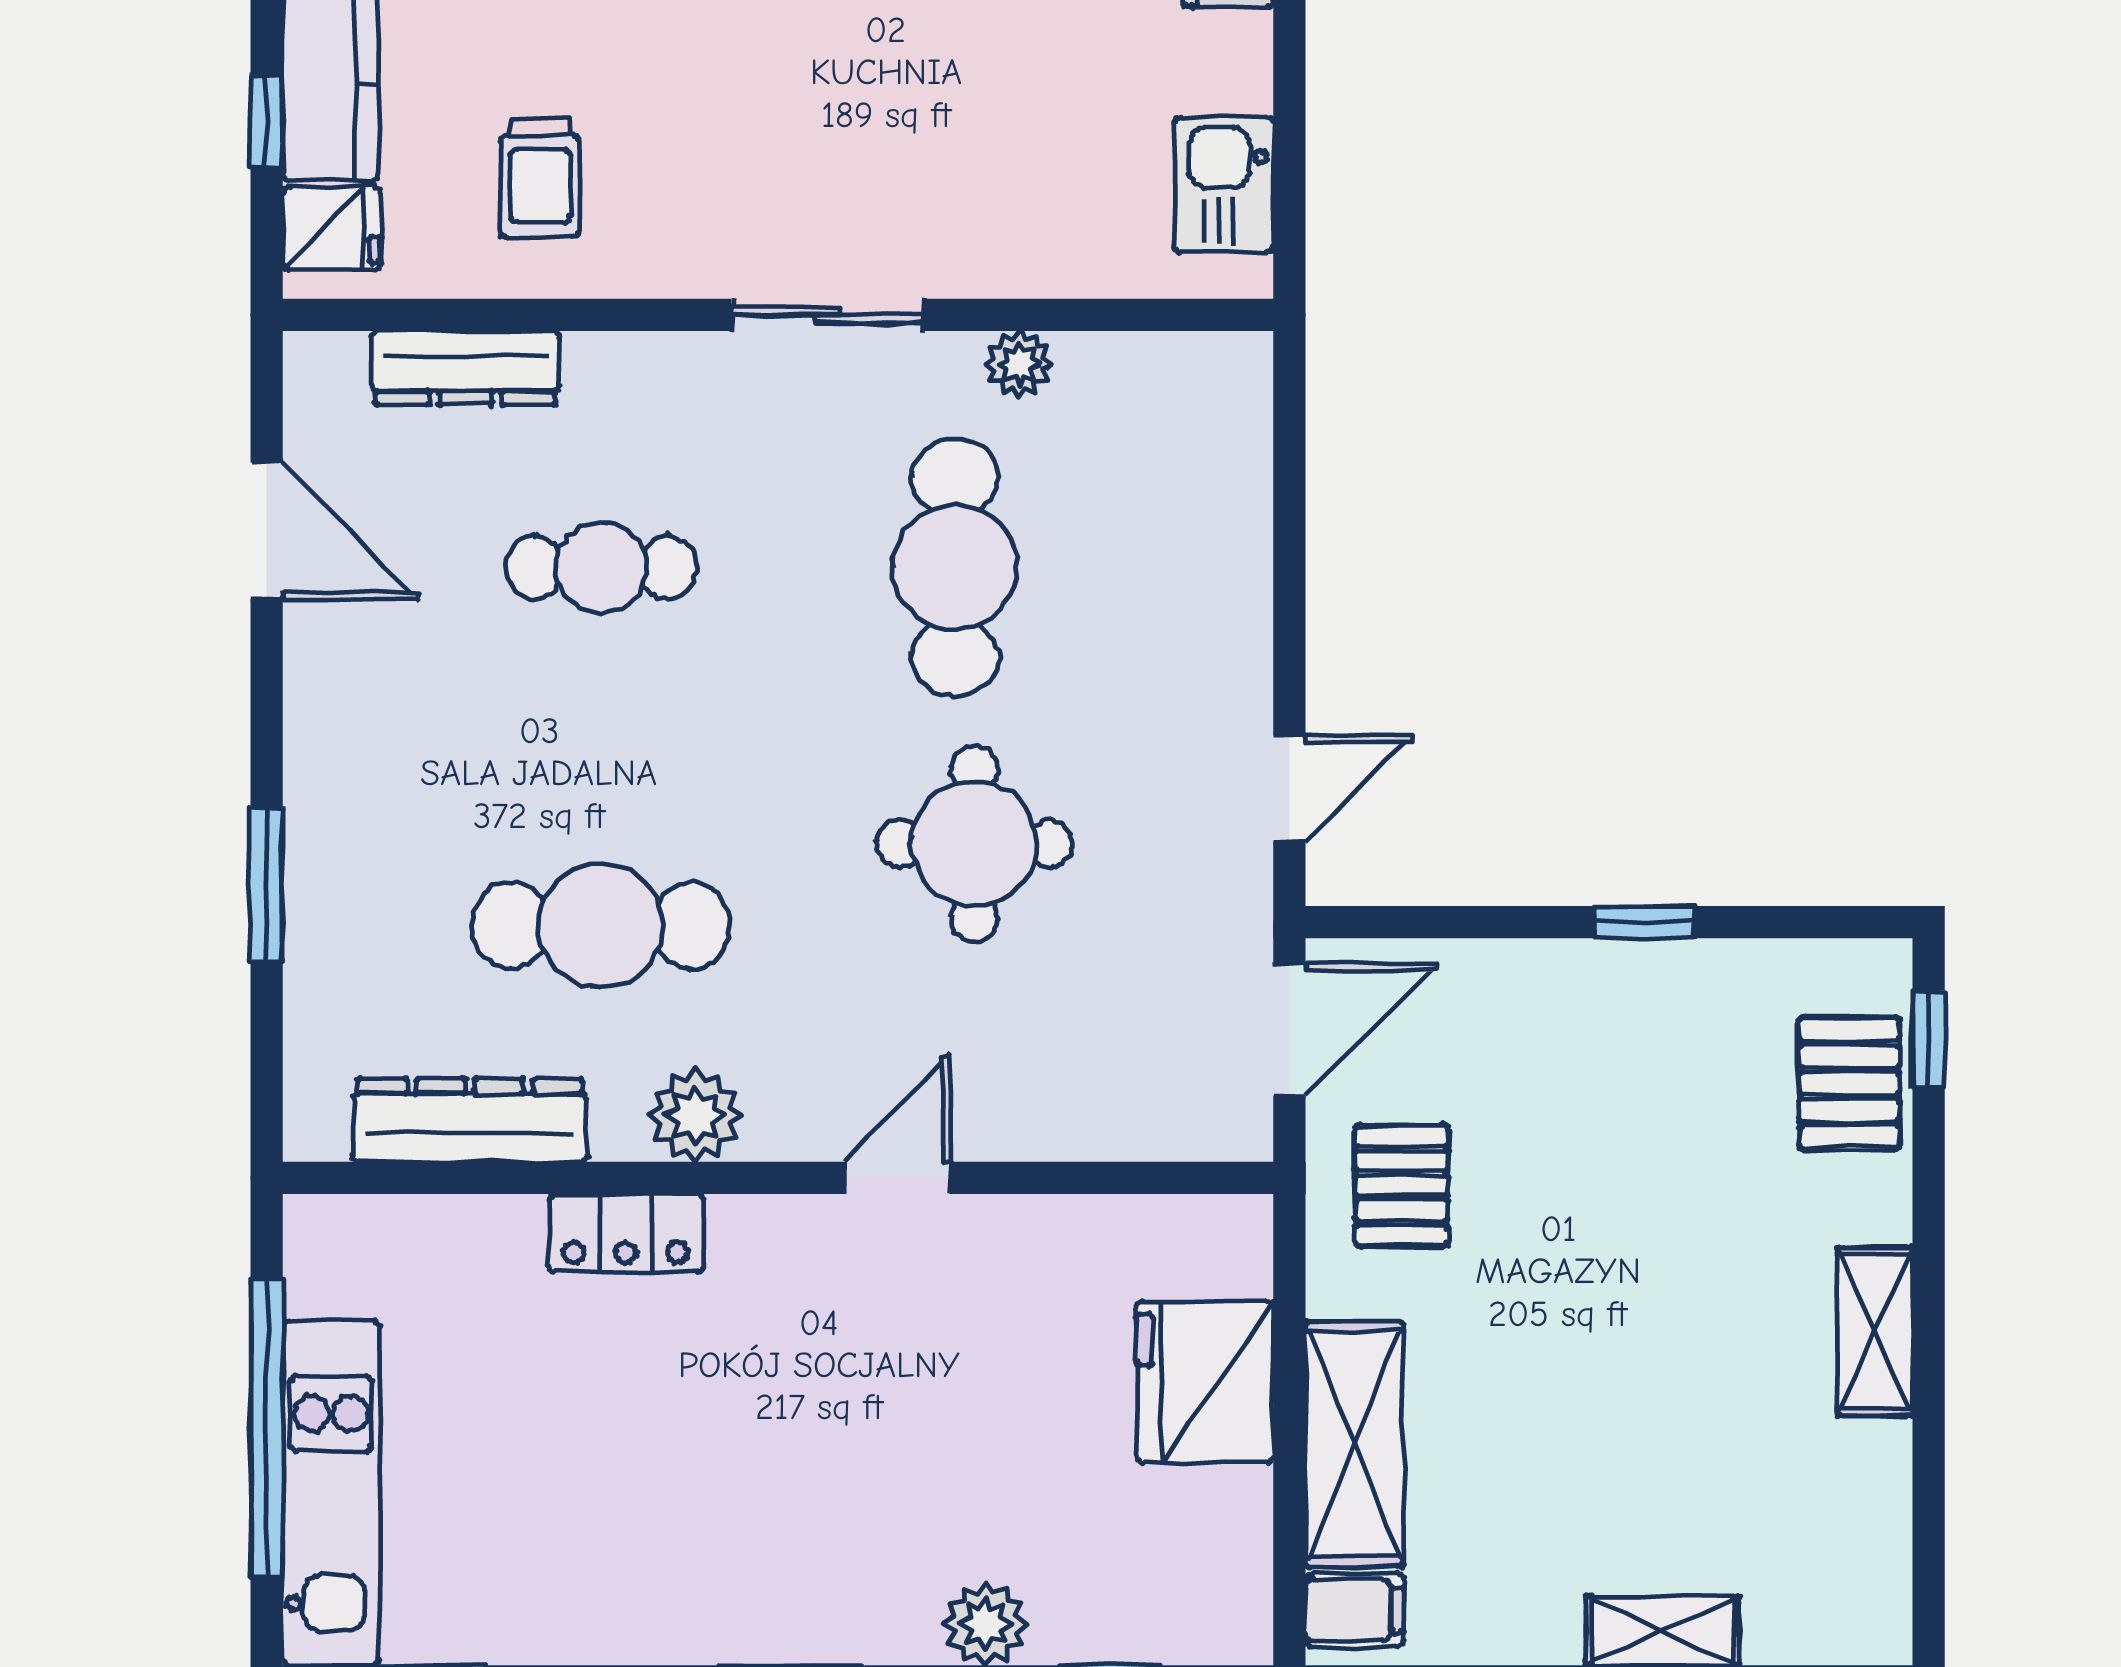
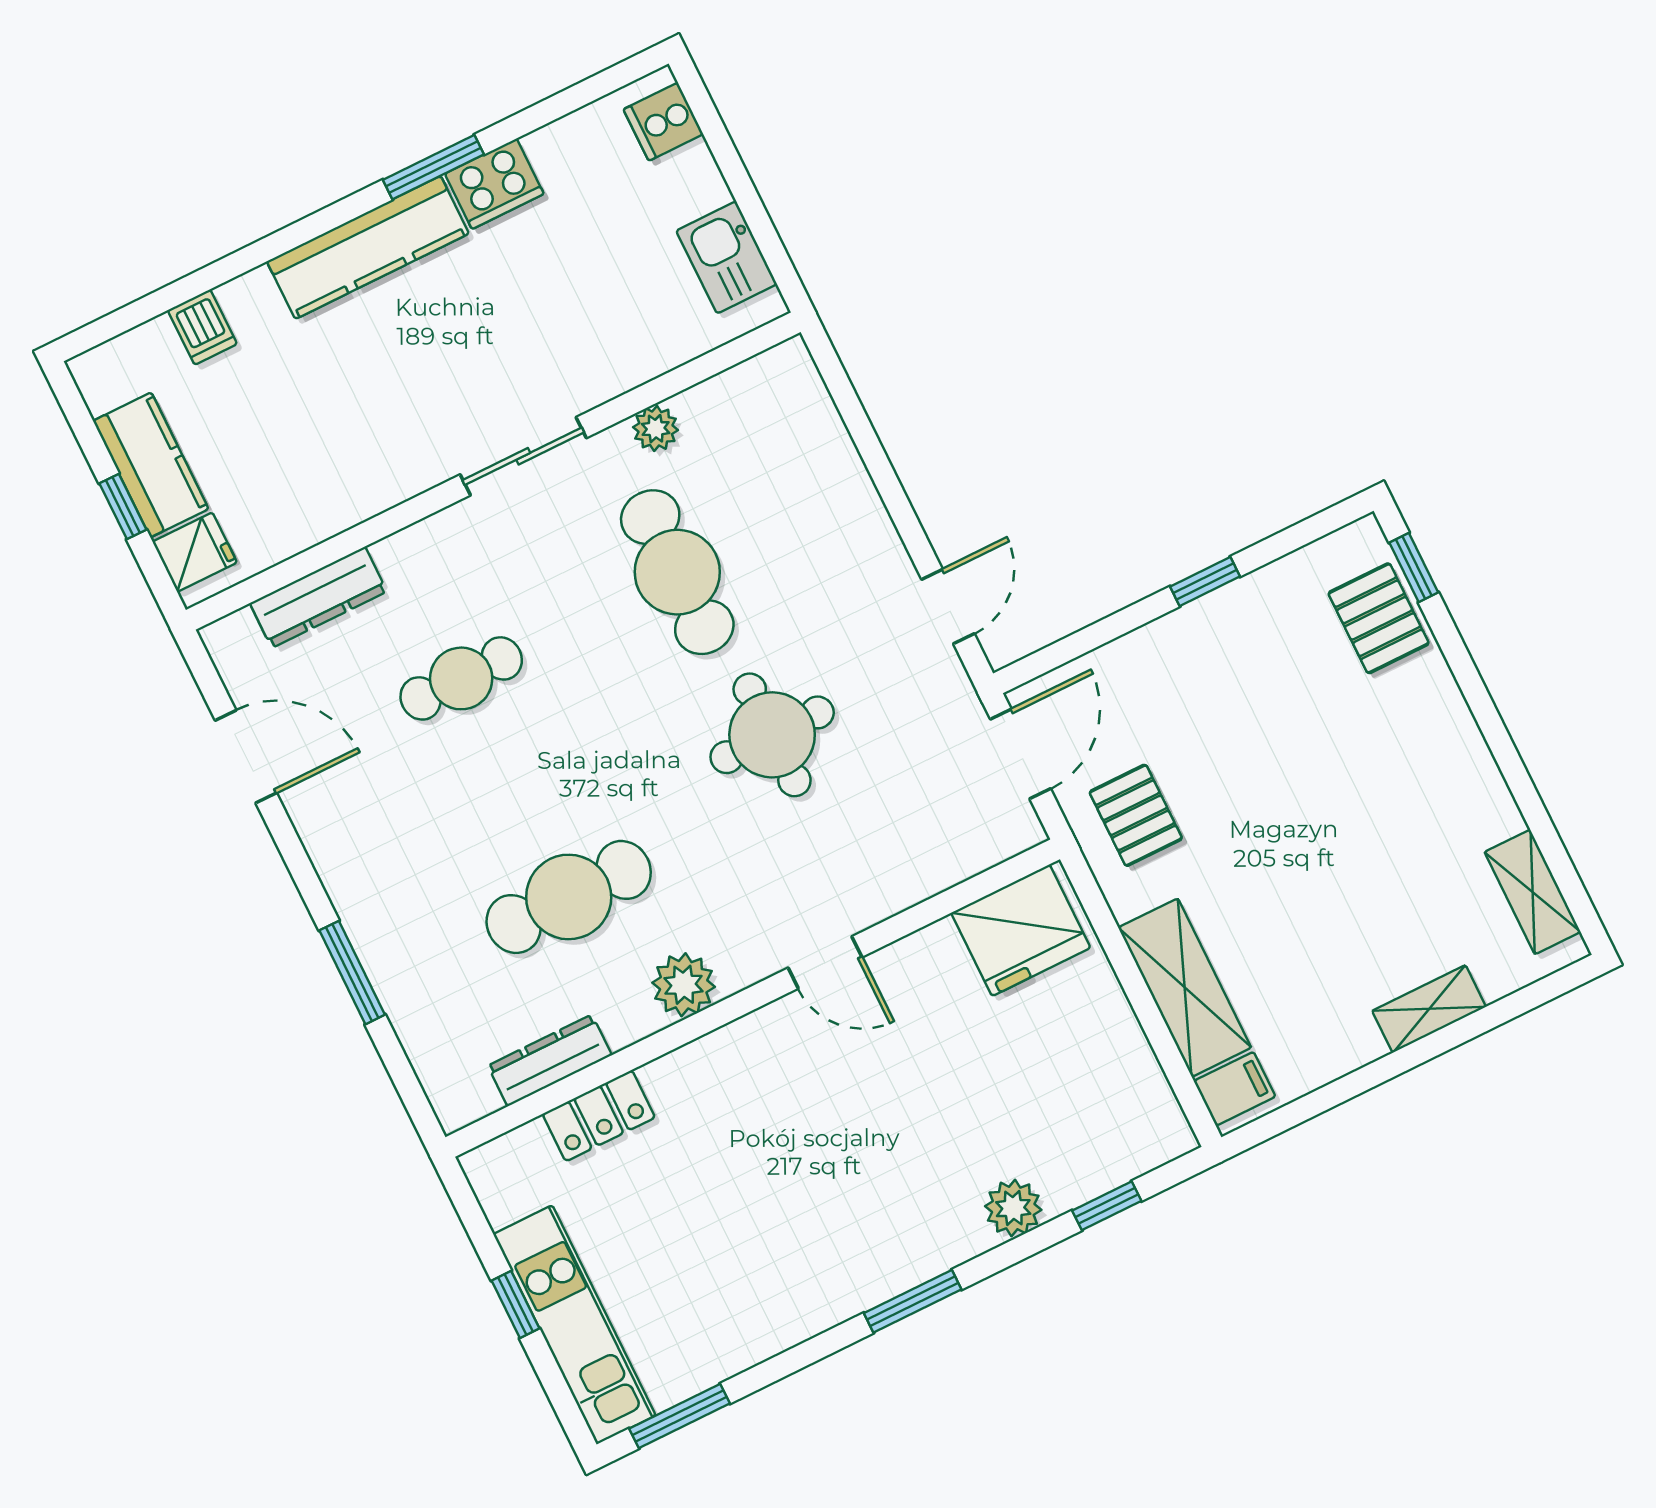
trolley: (540, 178) -> (307, 459), removed
dresser: (470, 1120) -> (550, 1060), width x0.73, depth x0.80
door: (897, 1178) -> (825, 962), swing flipped
locker: (626, 1233) -> (599, 1116), moved
shelving: (1875, 1331) -> (1533, 892), moved
fridge: (1205, 1382) -> (1021, 930), moved, turned -90
window: (267, 1428) -> (515, 1305), width x0.32

